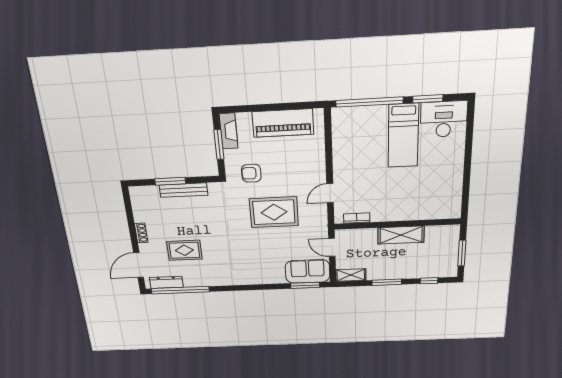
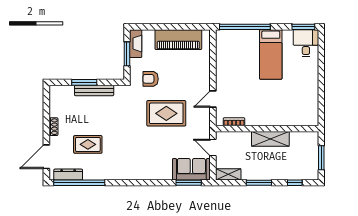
window: (428, 99) -> (303, 27), moved
desk: (444, 119) -> (306, 43), width x0.73

